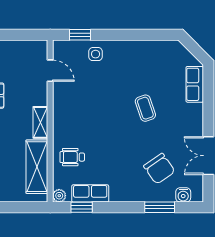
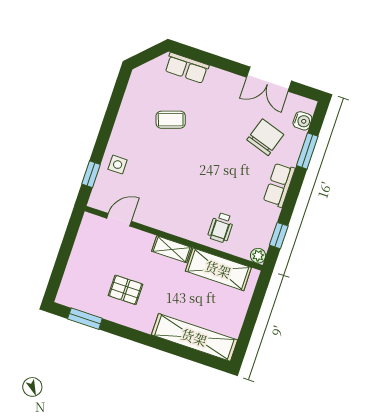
coffee table: (145, 108) -> (171, 120), moved
chair: (159, 169) -> (265, 137), turned -37
row of seats: (90, 193) -> (279, 185), moved

